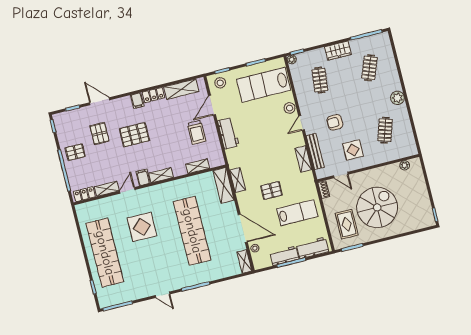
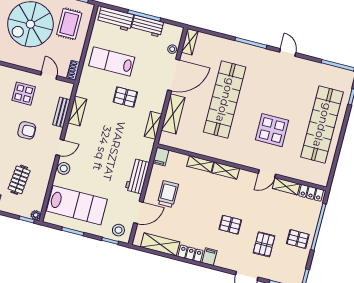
pallet: (134, 135) -> (230, 225), width x0.67, depth x0.71
bench: (315, 151) -> (62, 112), width x0.73
shelving: (198, 166) -> (200, 164), moved
filing cabinet: (143, 177) -> (161, 157), moved
shelving: (224, 185) -> (173, 114), moved
door: (243, 228) -> (174, 75), swing flipped

